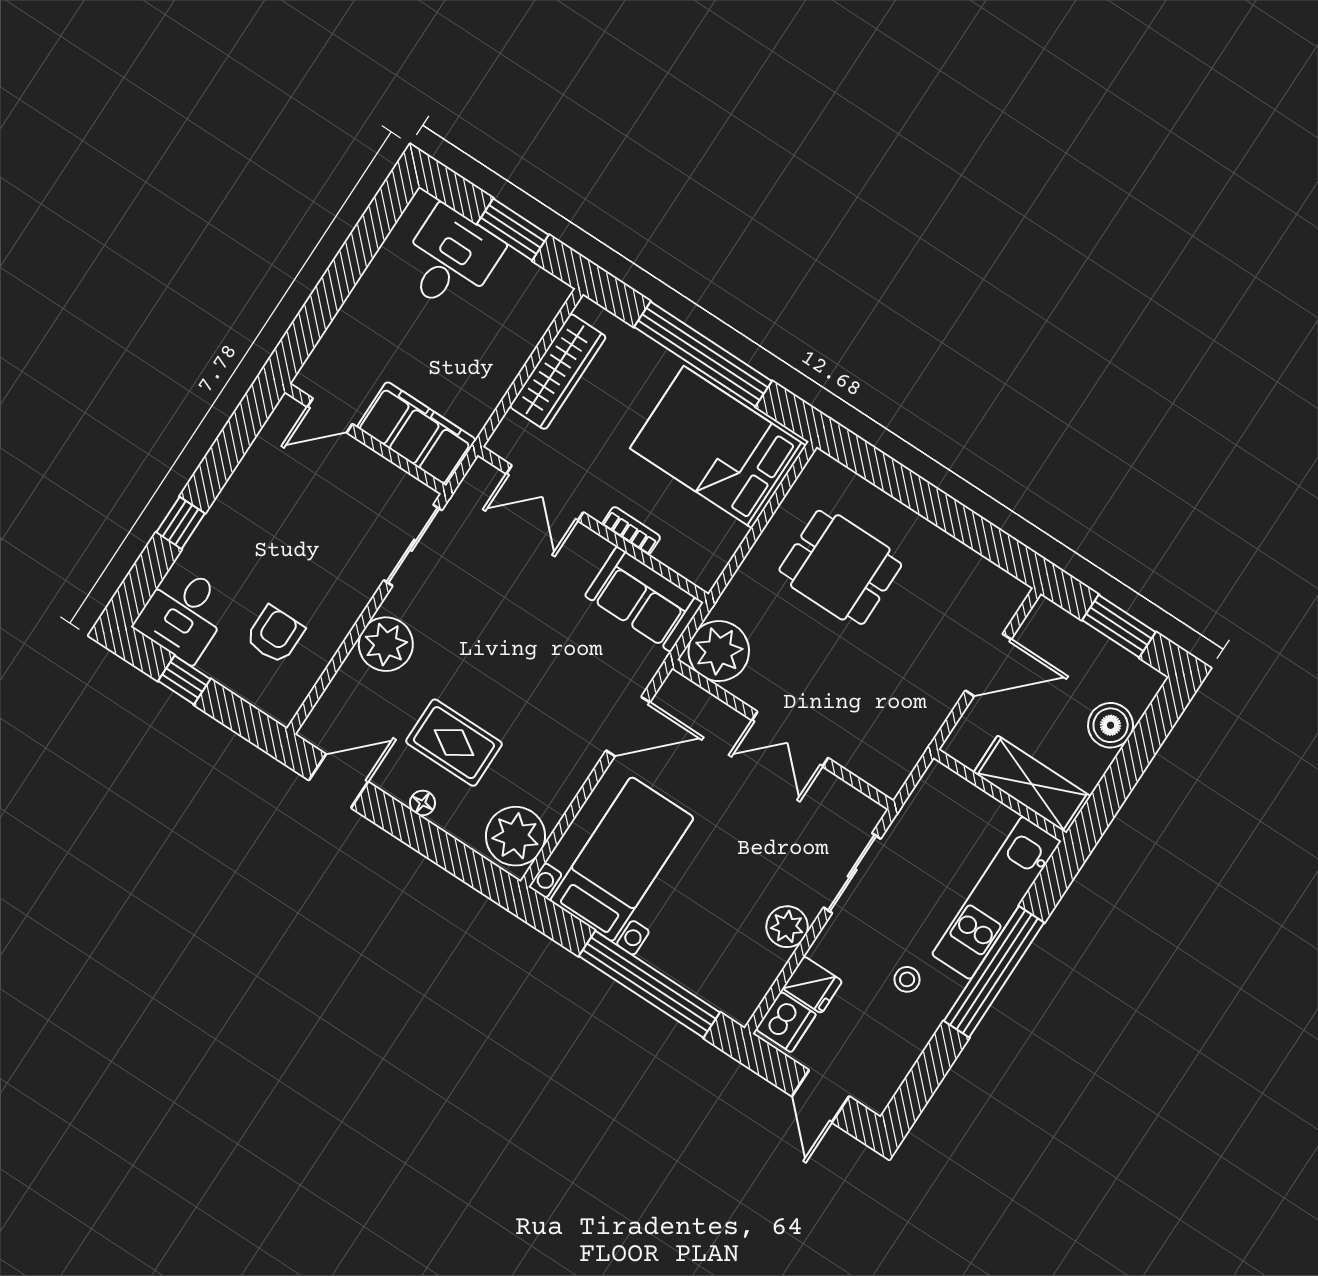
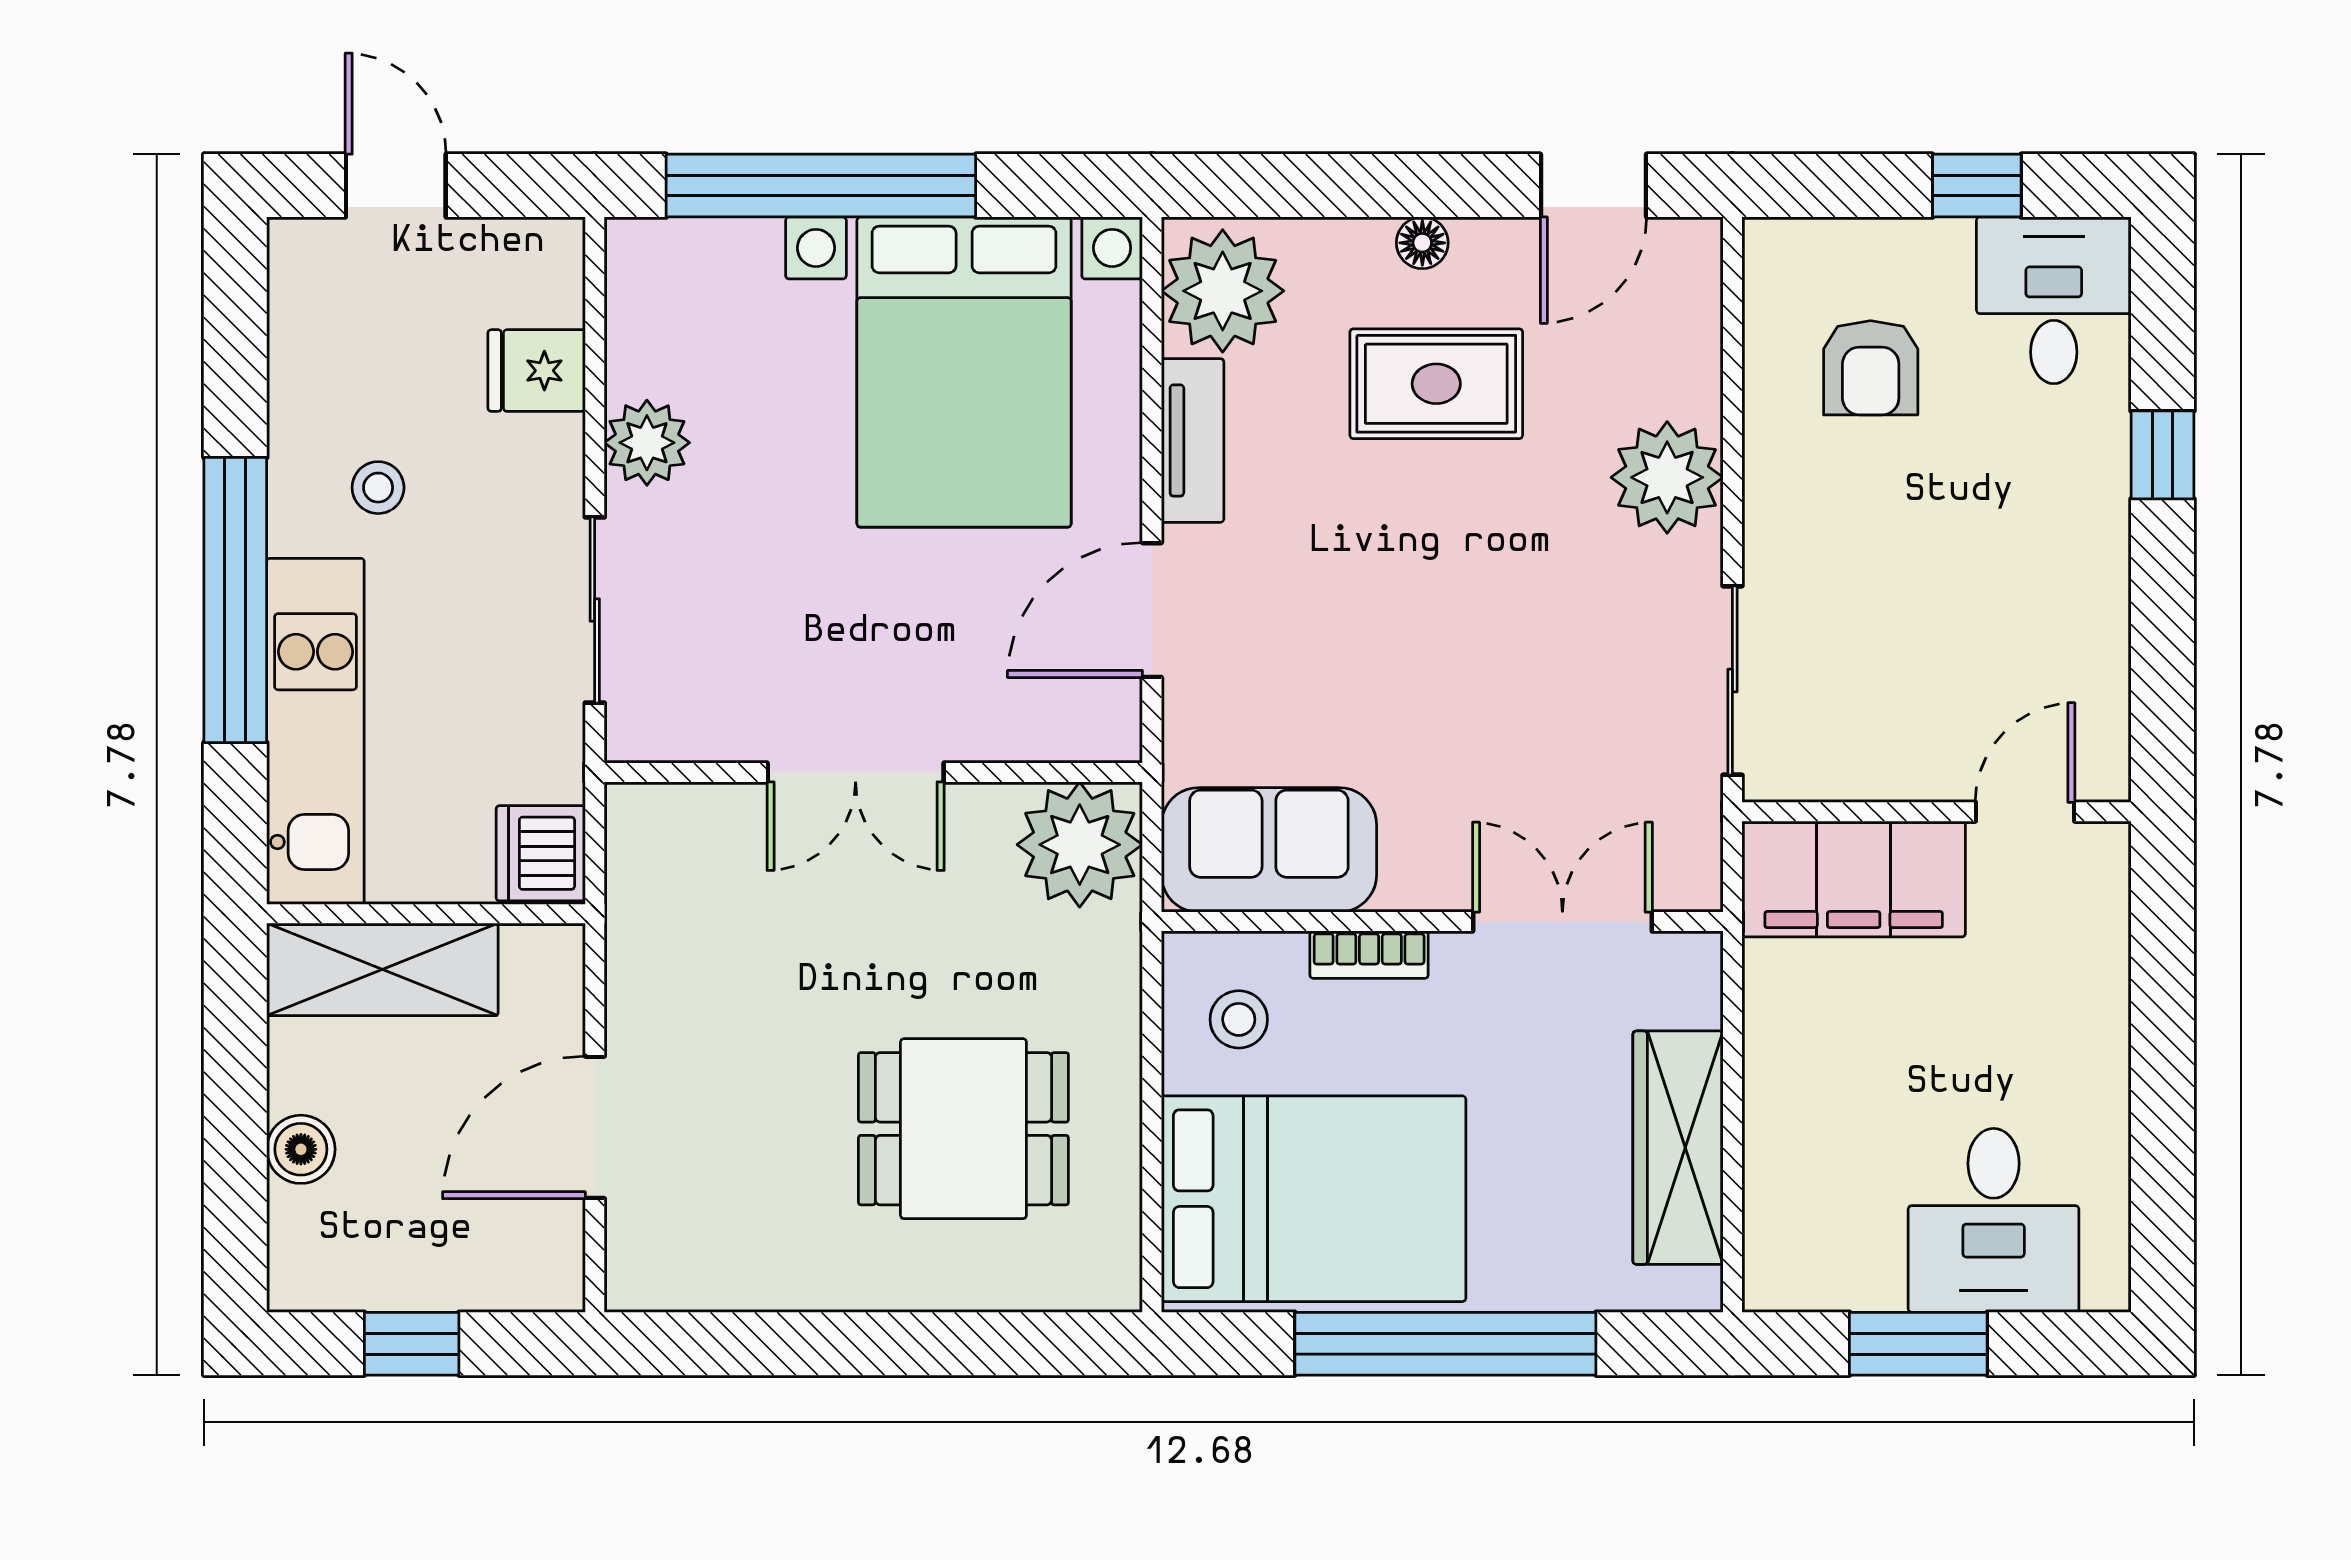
stool: (701, 539) -> (1239, 1019), added
window: (1119, 626) -> (412, 1344), width x0.67
boiler: (1111, 725) -> (301, 1149), width x0.73, depth x0.73
double door: (790, 739) -> (856, 772), swing flipped
tv unit: (567, 784) -> (1193, 440), added
bed with nightstands: (622, 859) -> (964, 372), width x1.36
dishwasher: (786, 1022) -> (541, 853), moved

